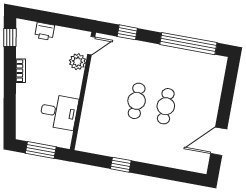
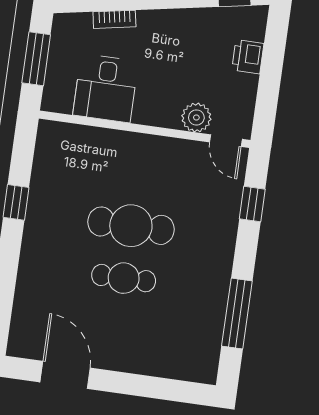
window: (188, 44) -> (237, 313), width x0.68
bookcase: (21, 71) -> (114, 19), moved
cafe table: (137, 101) -> (131, 226), width x1.37, depth x1.35

